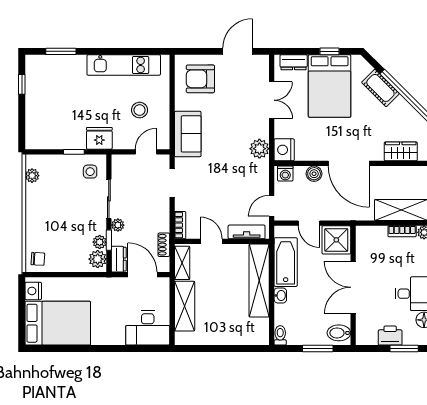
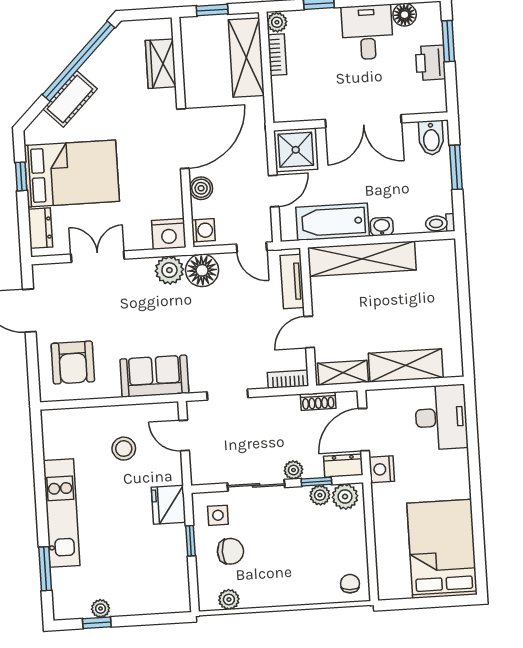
kitchen unit: (124, 65) -> (62, 513), moved
plant: (31, 88) -> (101, 609), added
floor lamp: (258, 171) -> (202, 270), added
chair: (65, 179) -> (230, 551), added
nightstand: (33, 291) -> (382, 469), moved, turned 90

